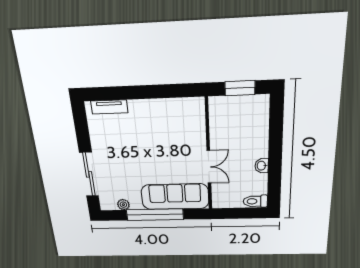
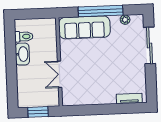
washbasin: (262, 166) -> (22, 54), width x1.91, depth x1.45
double door: (209, 167) -> (60, 74), moved
toilet: (255, 201) -> (24, 37), moved

